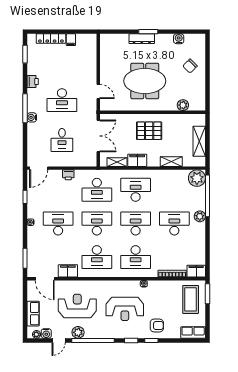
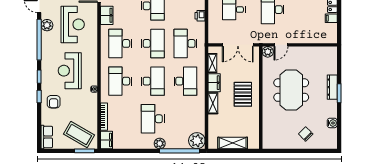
plant: (183, 105) -> (268, 52), moved
shelving: (171, 162) -> (213, 103), moved
desk: (174, 223) -> (153, 119), turned 180
coffee table: (191, 299) -> (79, 135), turned 30

